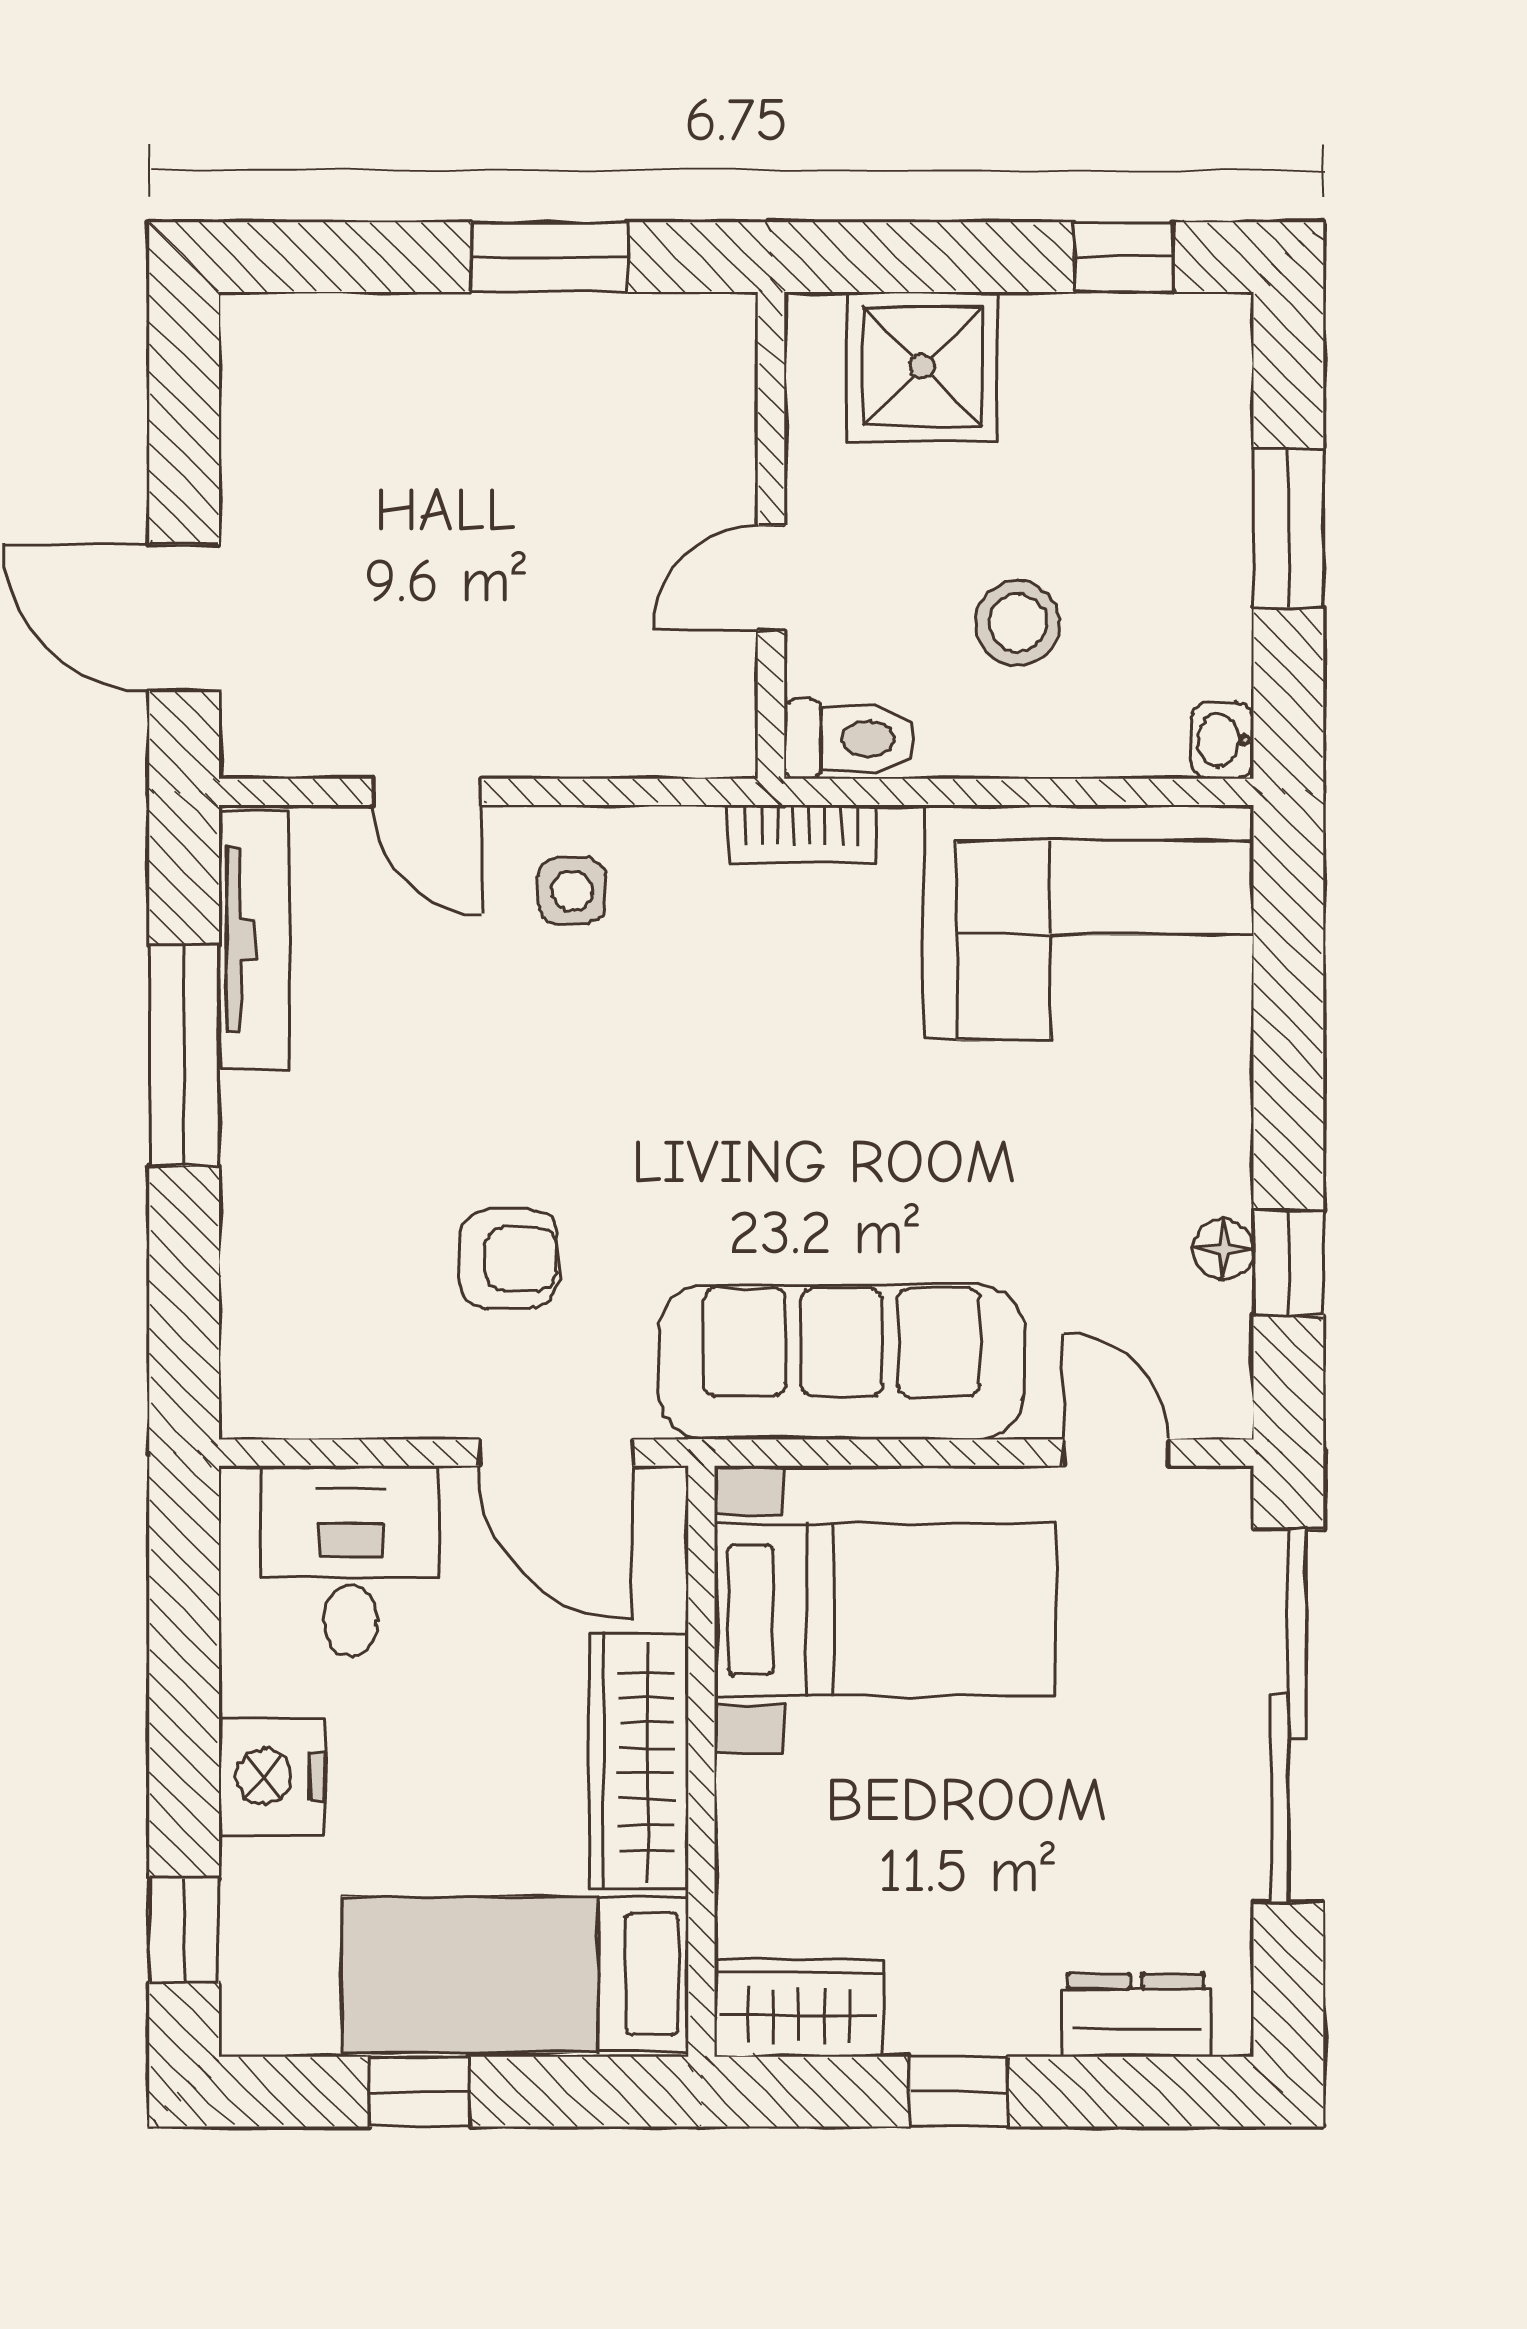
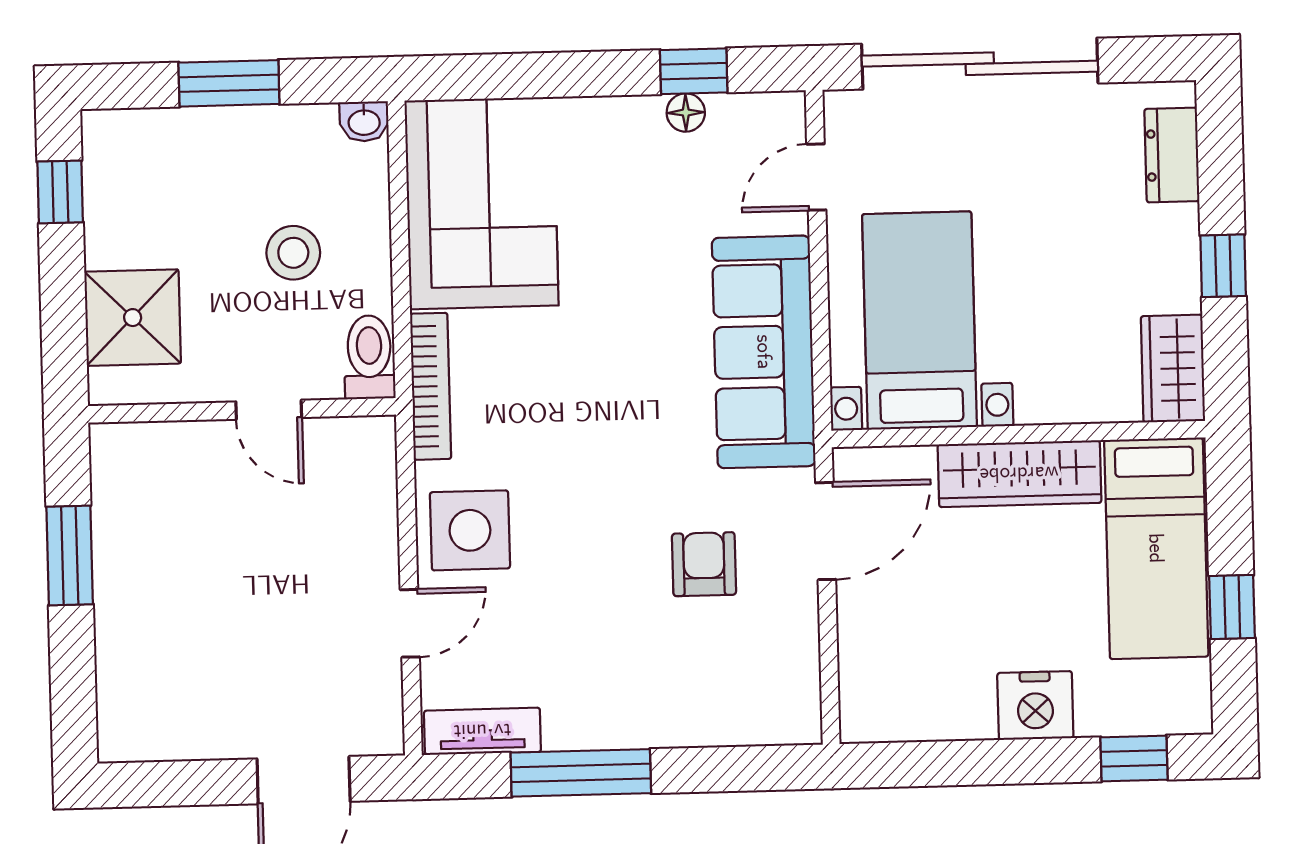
bookcase: (801, 834) -> (431, 386), width x1.56
side table: (572, 891) -> (470, 530), width x1.87, depth x1.87
tv unit: (254, 940) -> (482, 731), width x0.71
desk: (351, 1561) -> (898, 659), removed

